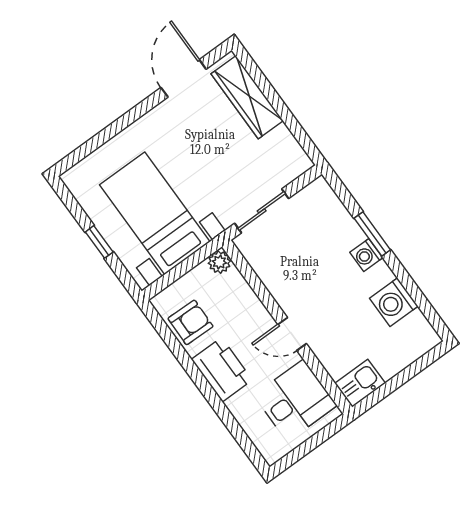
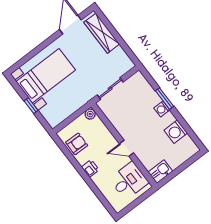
bed with nightstands: (155, 213) -> (46, 76), moved, turned 90
printer: (222, 370) -> (90, 168), width x0.53, depth x0.68

